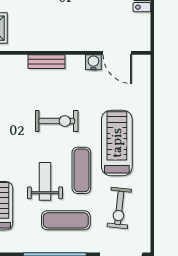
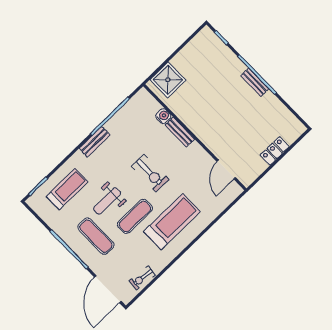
water cooler: (93, 62) -> (163, 116), moved
weight bench: (45, 181) -> (107, 201), turned 180
exercise bike: (119, 208) -> (142, 278), moved, width x0.73, depth x0.72

